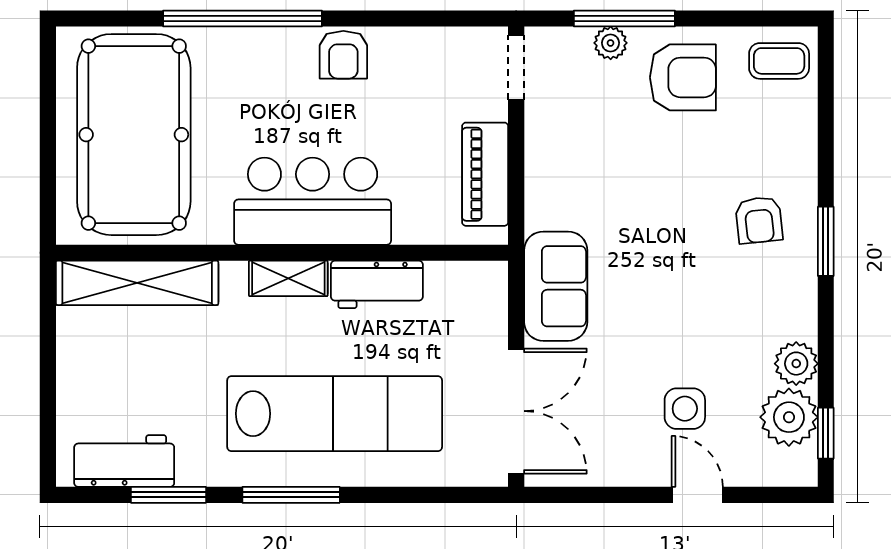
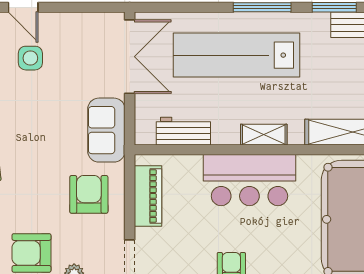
armchair: (585, 177) -> (89, 194), added
workbench: (377, 284) -> (183, 131), moved
double door: (516, 411) -> (130, 57), swing flipped

